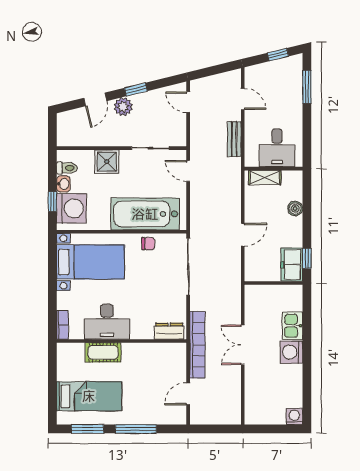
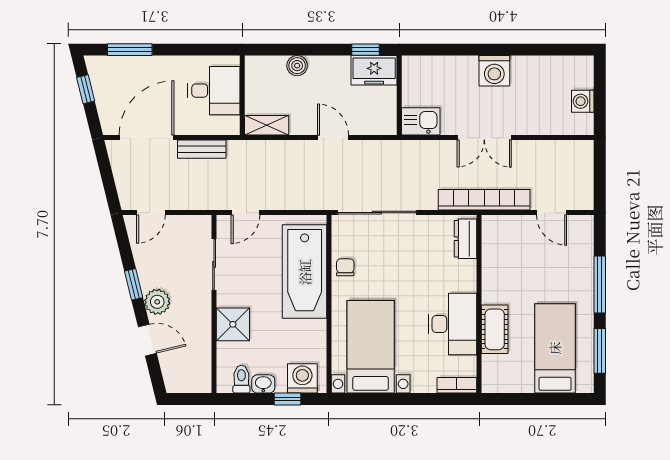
door: (243, 99) -> (147, 138), width x1.88
shelving: (265, 177) -> (267, 125), moved, turned 90
washing machine: (71, 208) -> (302, 378), width x0.73, depth x0.73
kitchen sink: (292, 326) -> (421, 121), moved, turned 180
washing machine: (294, 417) -> (583, 101), moved

